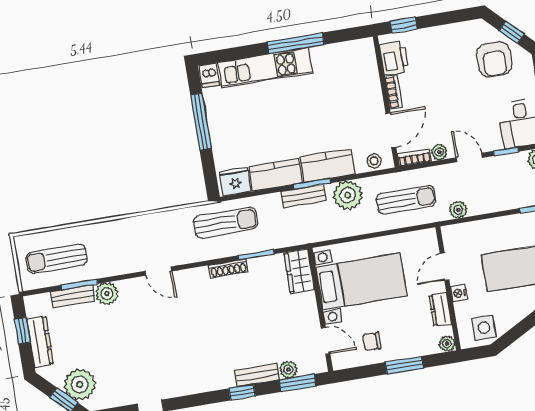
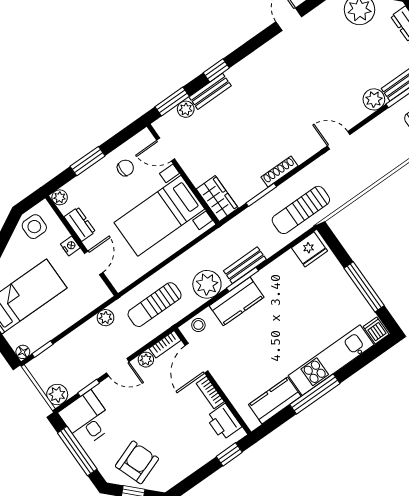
armchair: (494, 59) -> (137, 462), turned 70
kitchen counter: (276, 175) -> (275, 400), moved, turned 180

